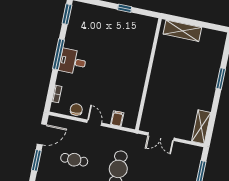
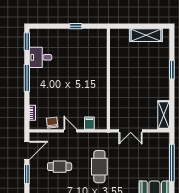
shelving: (182, 31) -> (146, 35), moved
desk: (73, 62) -> (40, 57), moved

